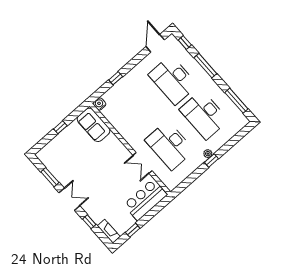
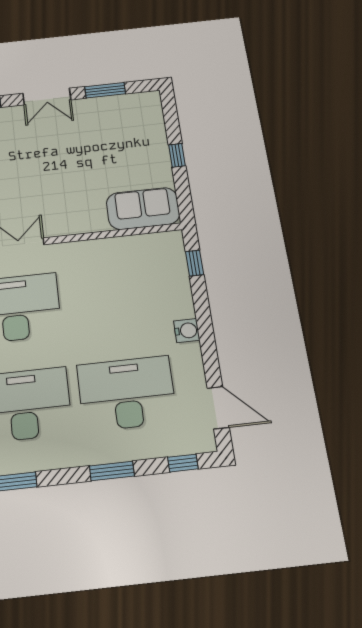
window: (205, 66) -> (112, 471), width x0.69
window: (116, 78) -> (195, 263), moved
water cooler: (100, 104) -> (187, 331), moved

